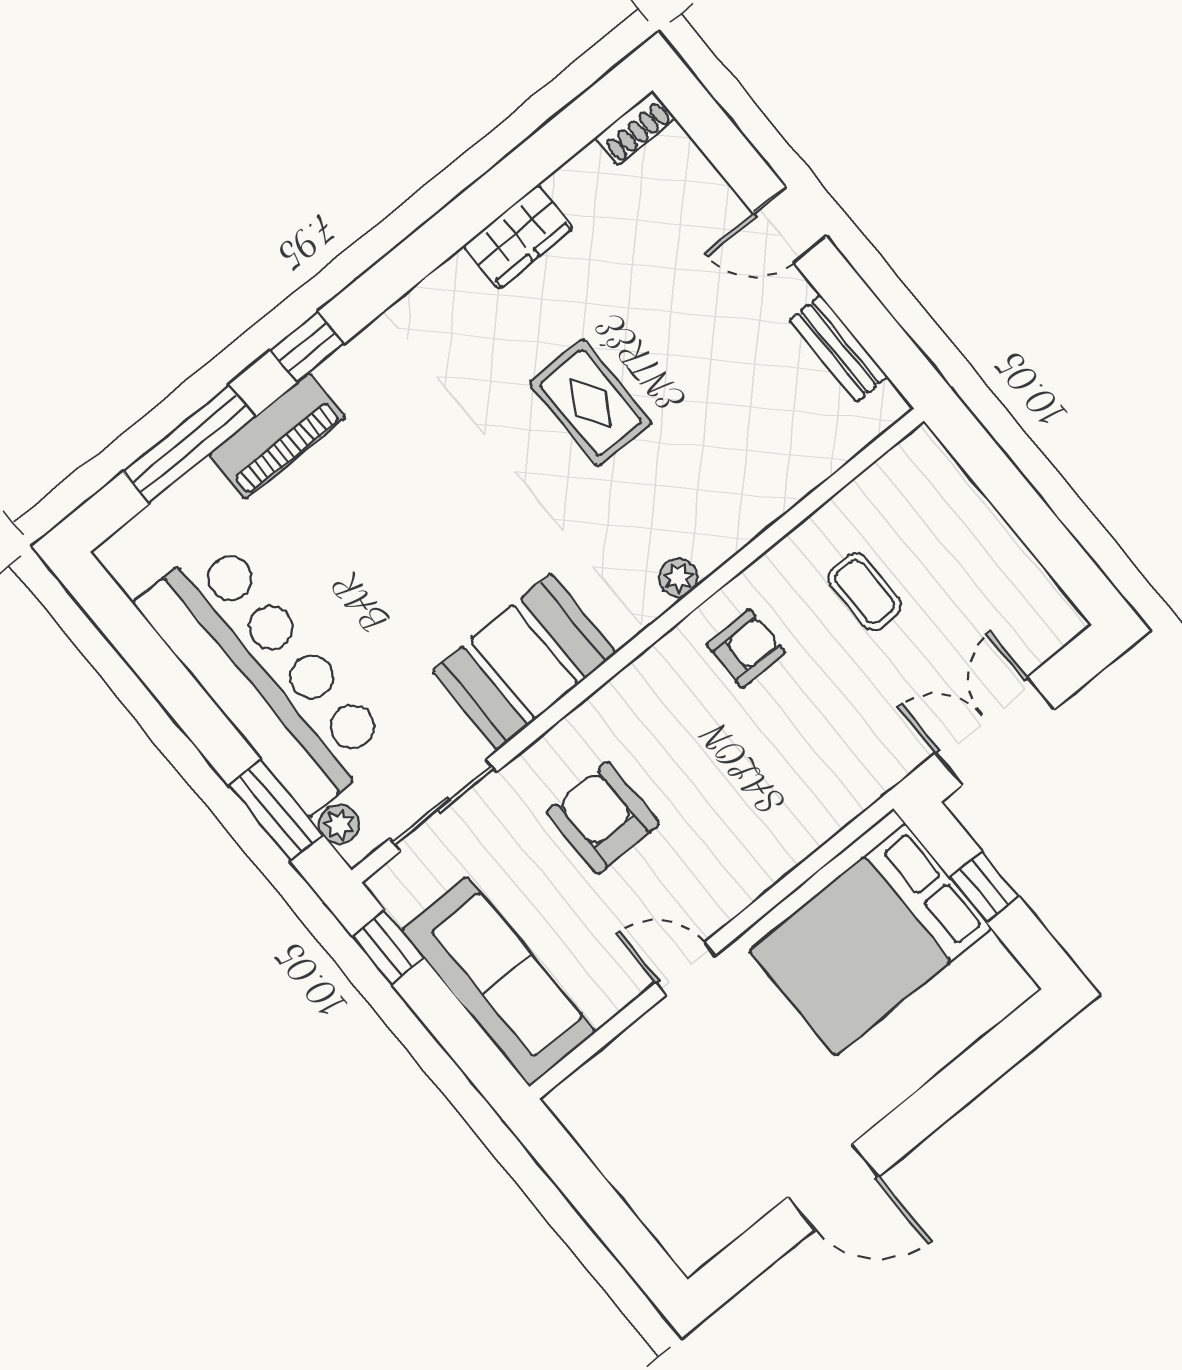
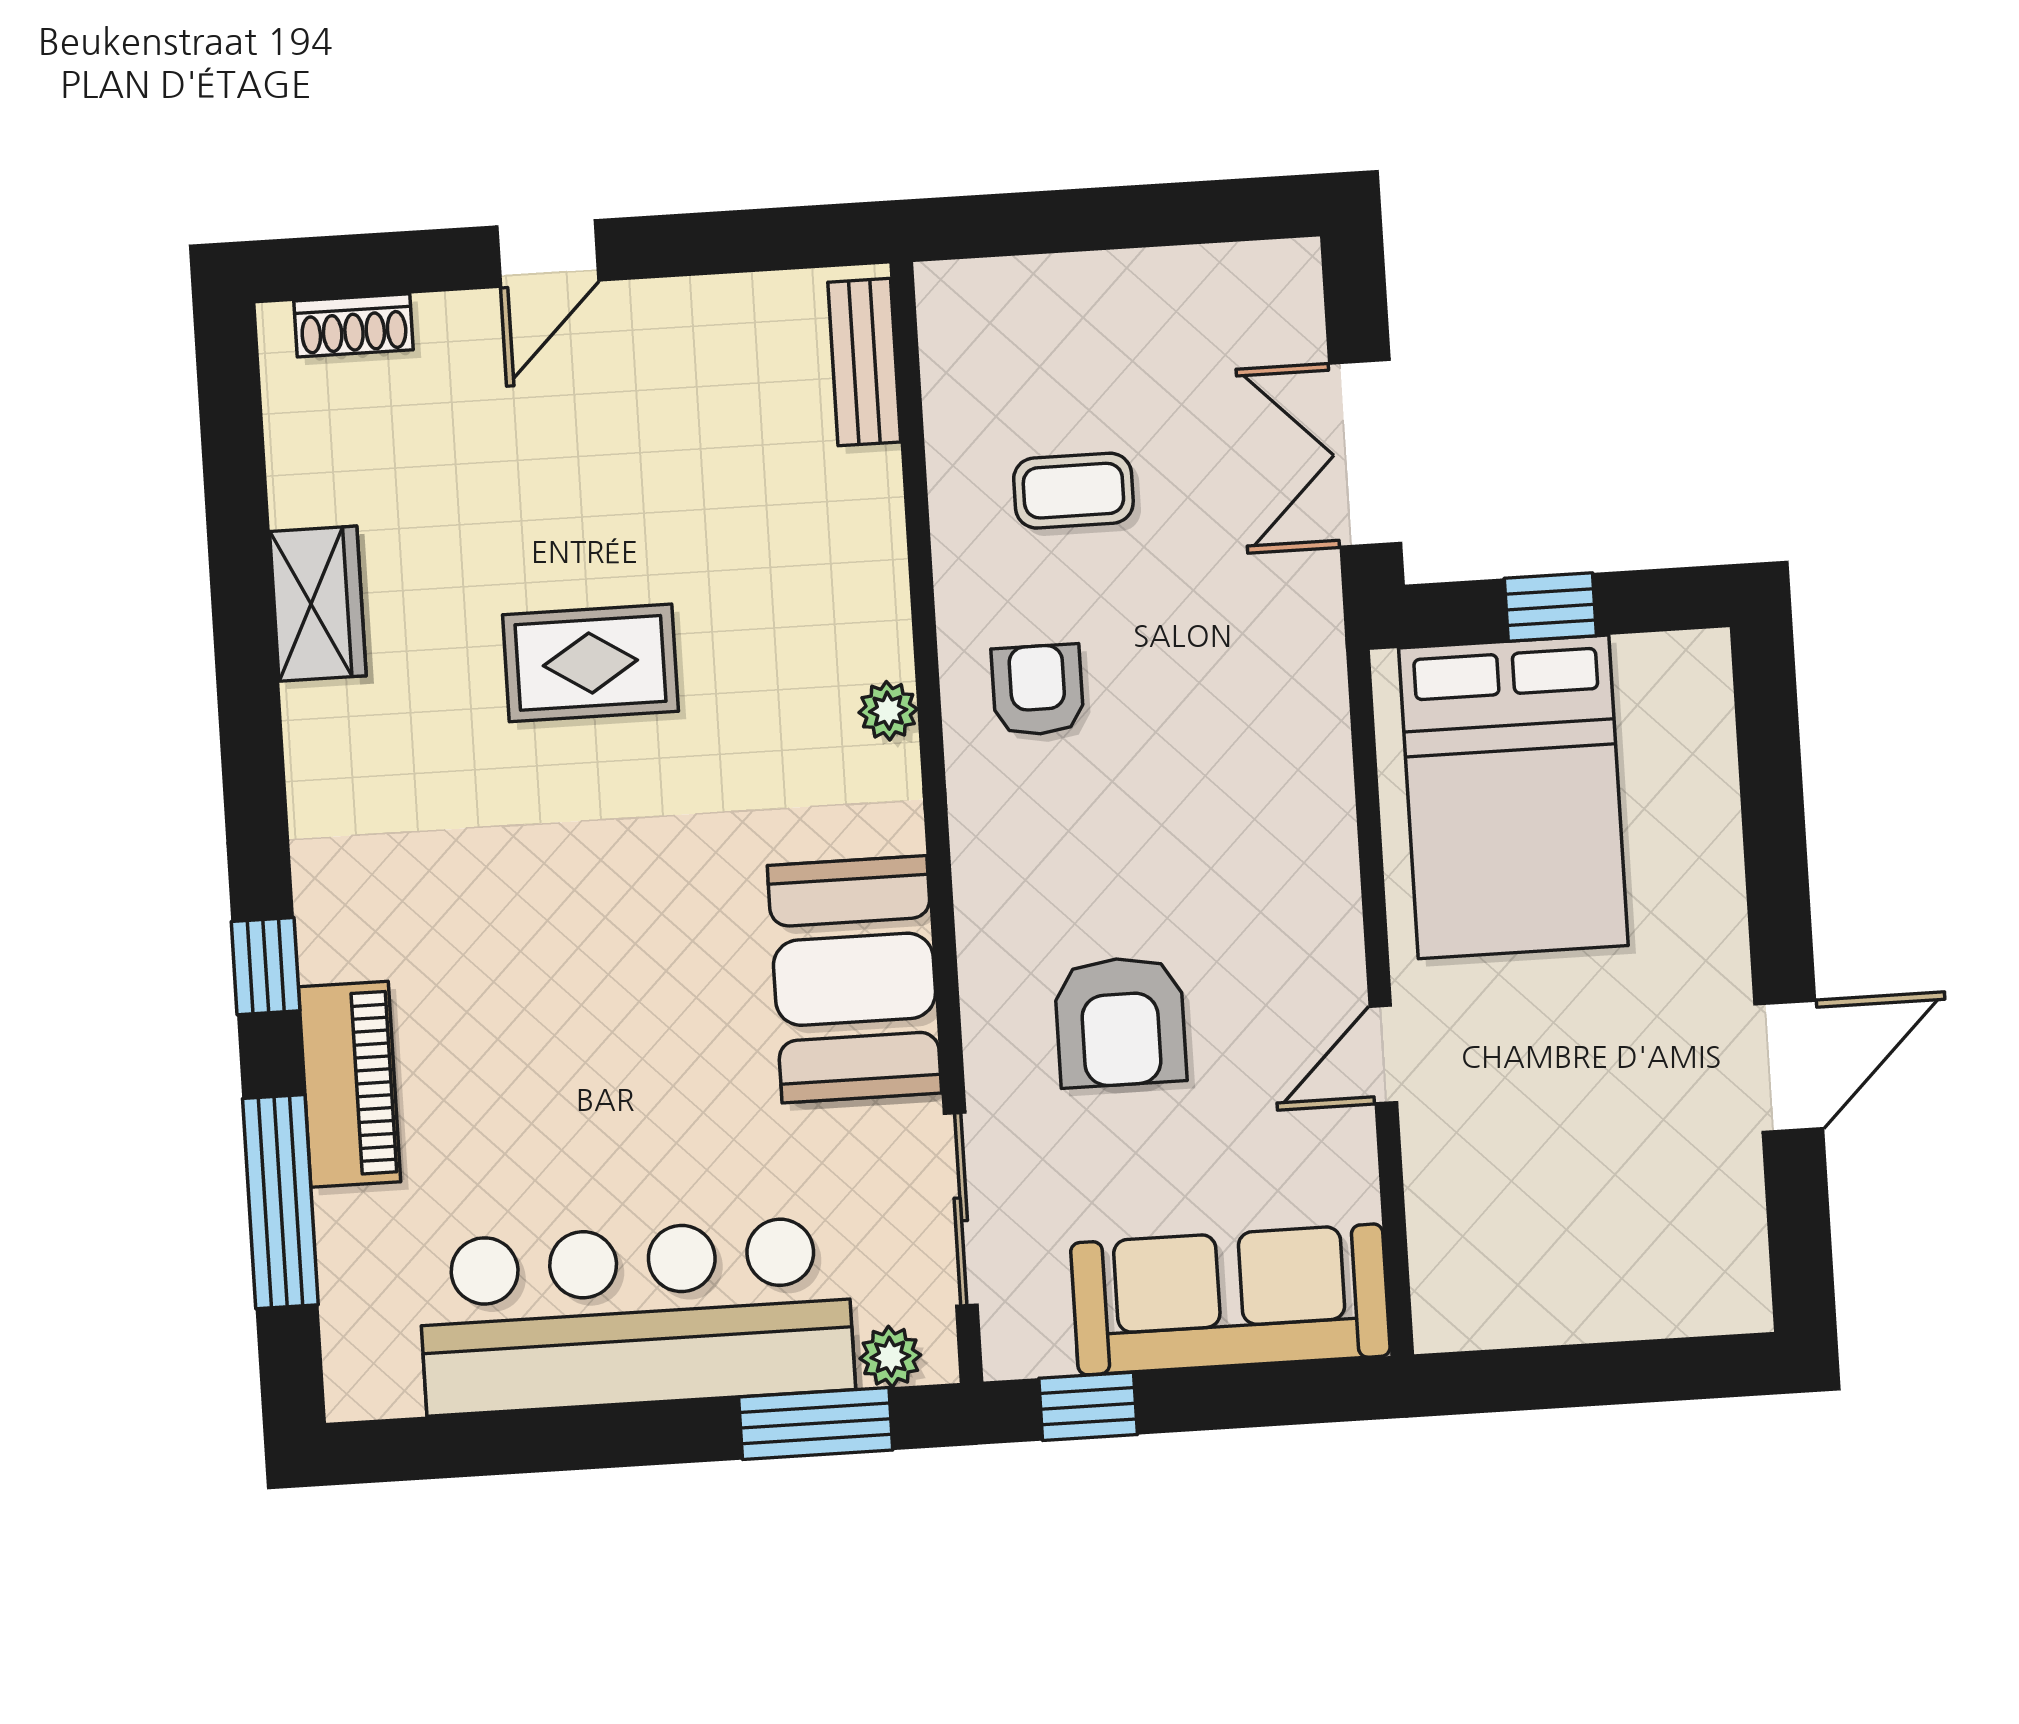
shoe rack: (635, 128) -> (354, 325), moved, turned 90
bench: (839, 348) -> (864, 362), moved, turned 90
armchair: (603, 818) -> (1120, 1022), turned -90

